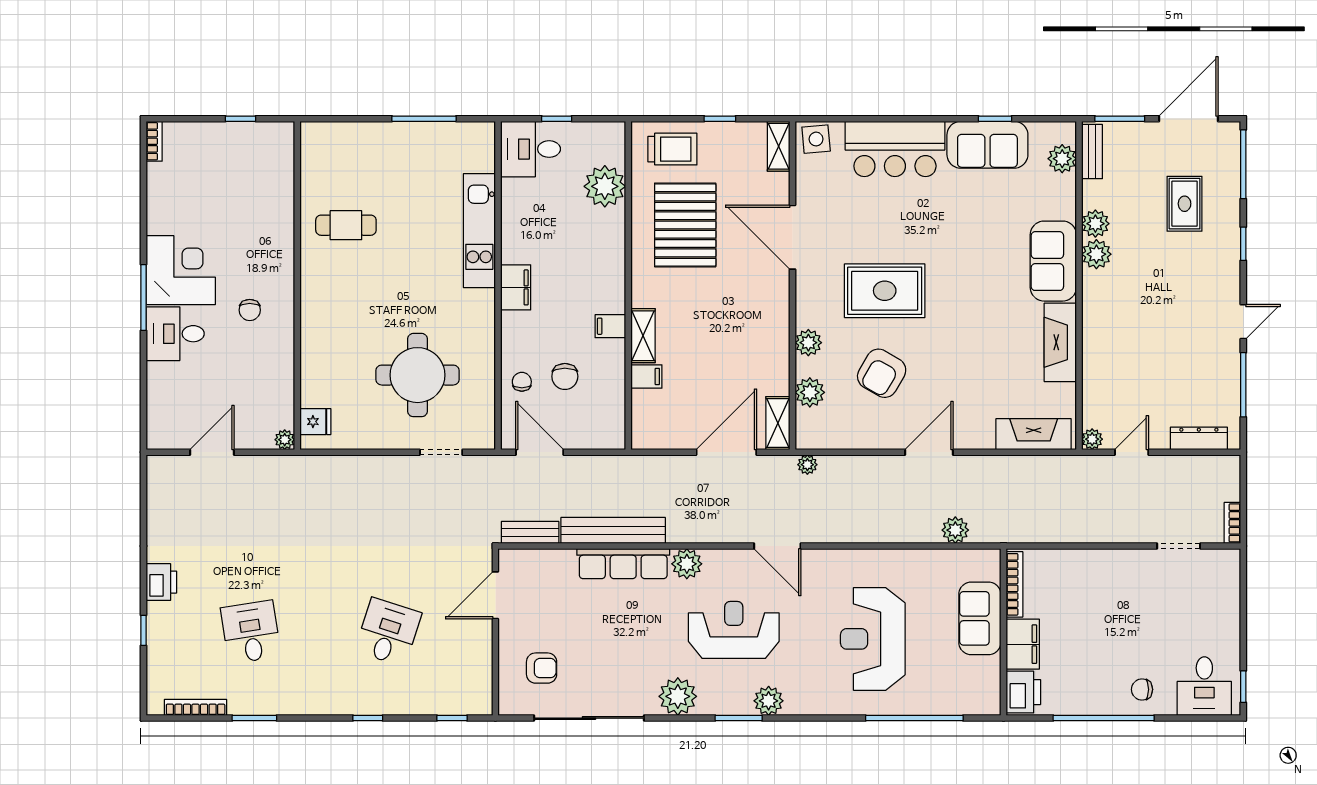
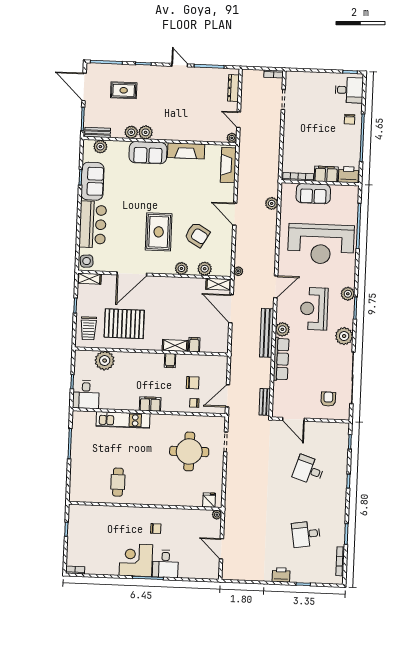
trolley: (672, 149) -> (89, 328), turned 180
bench: (613, 530) -> (267, 333), moved
reception desk: (873, 639) -> (321, 244), width x1.36, depth x1.30

